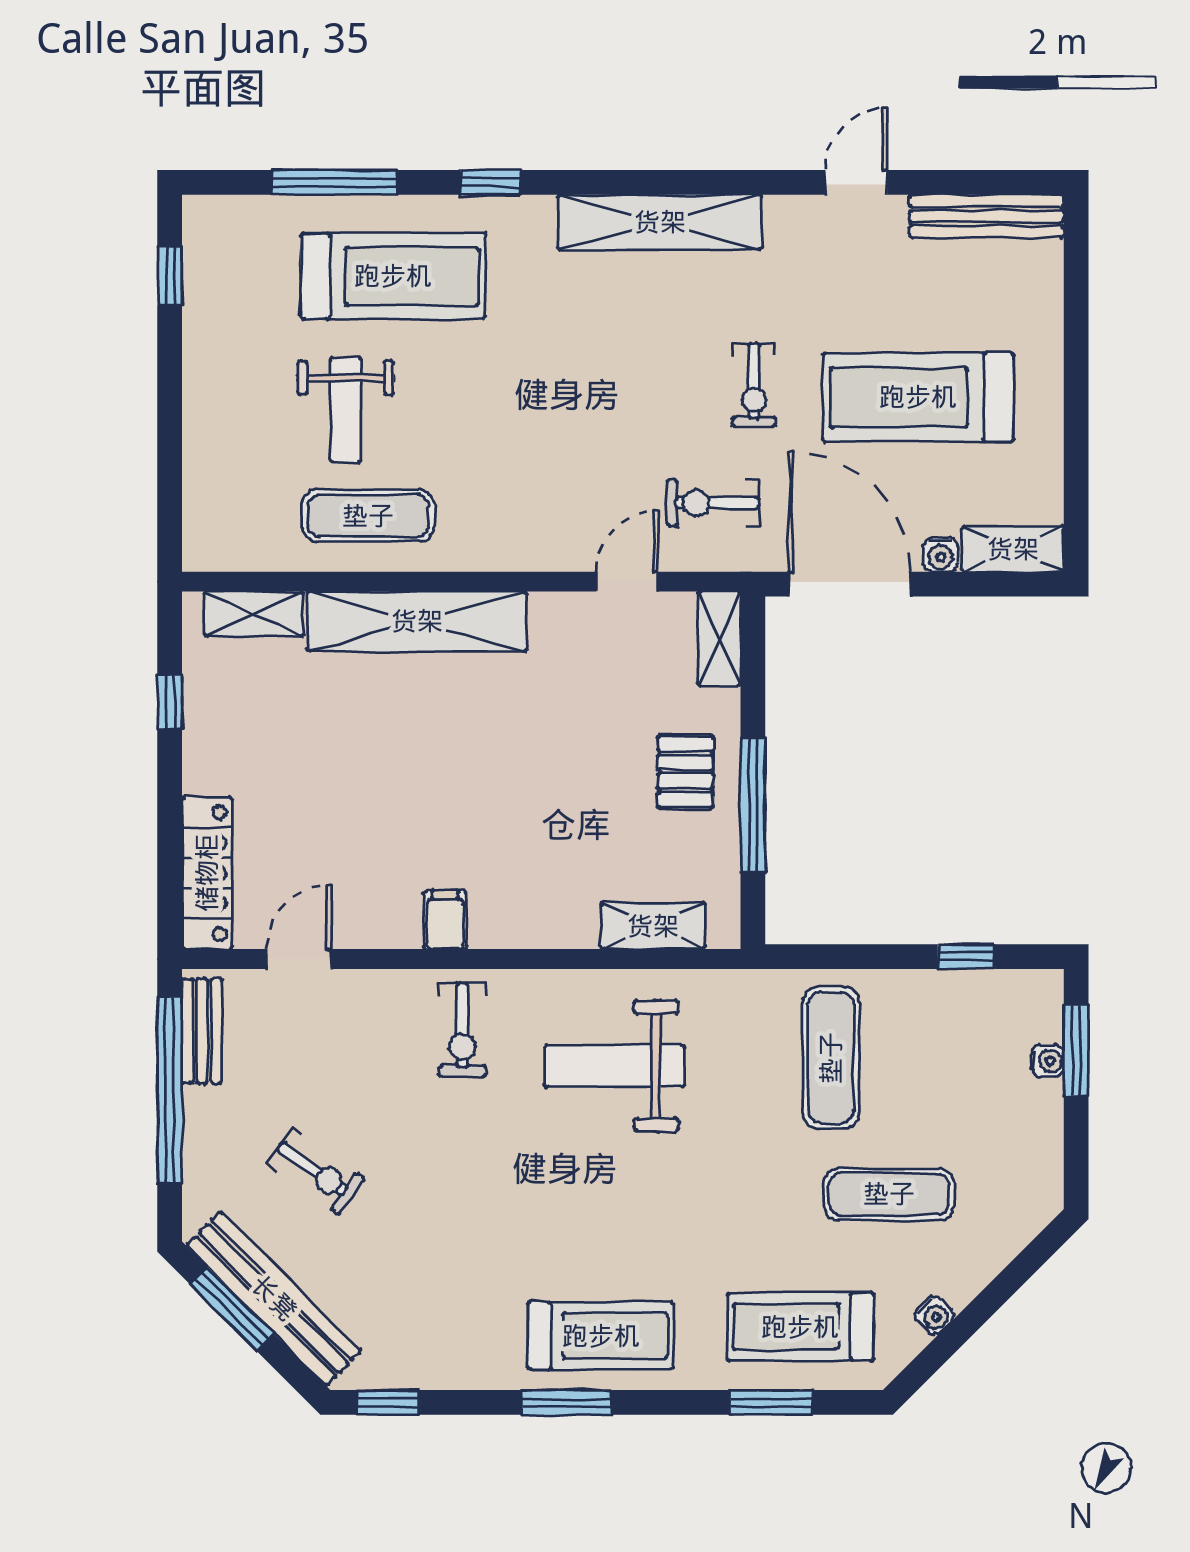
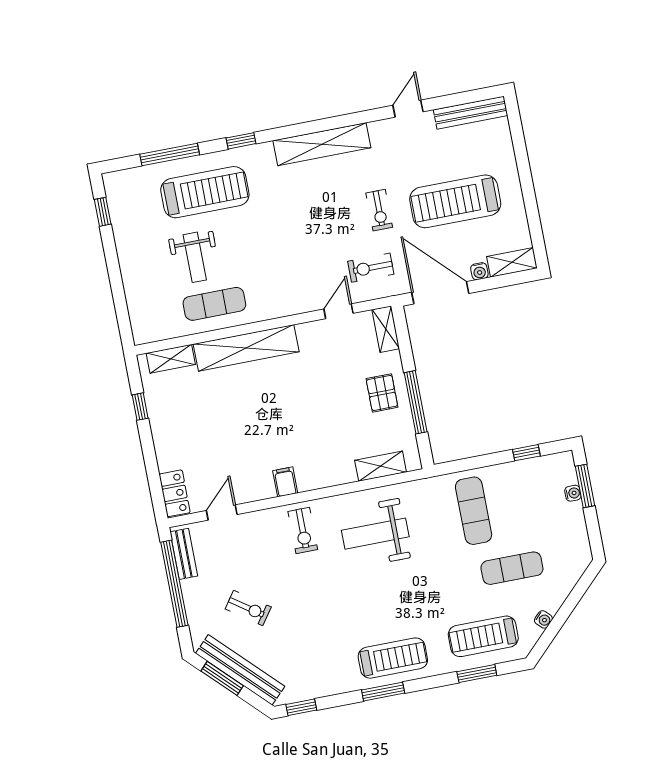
locker: (207, 873) -> (175, 493), width x0.66

